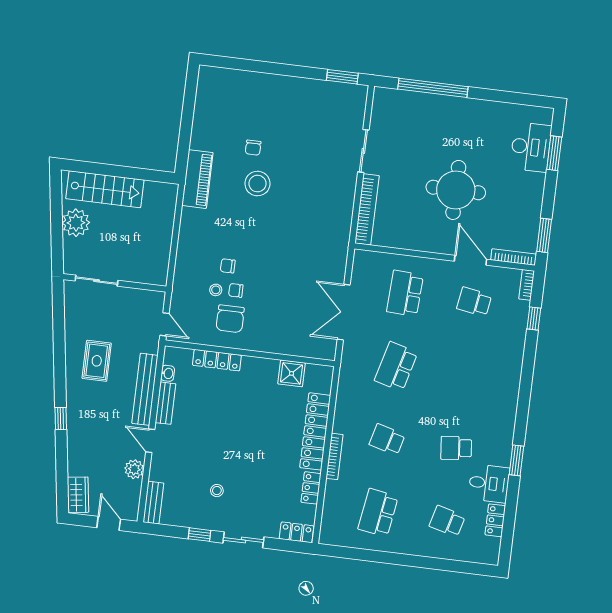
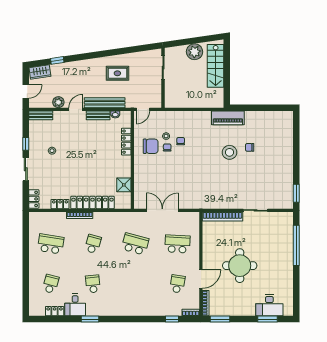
chair: (230, 319) -> (151, 146), turned 180
window: (61, 418) -> (57, 60), moved

